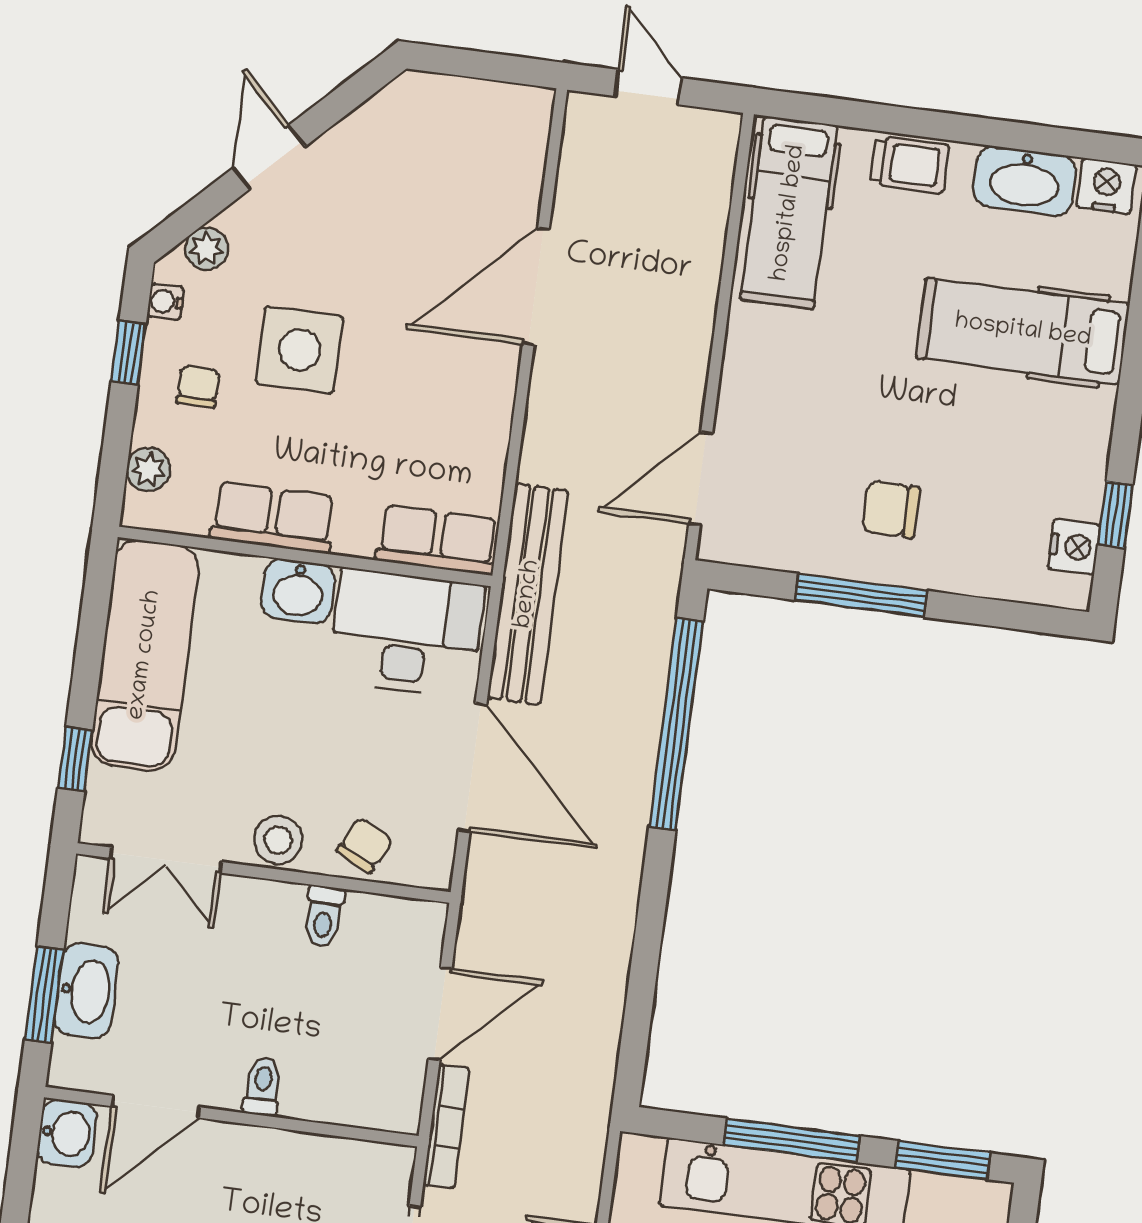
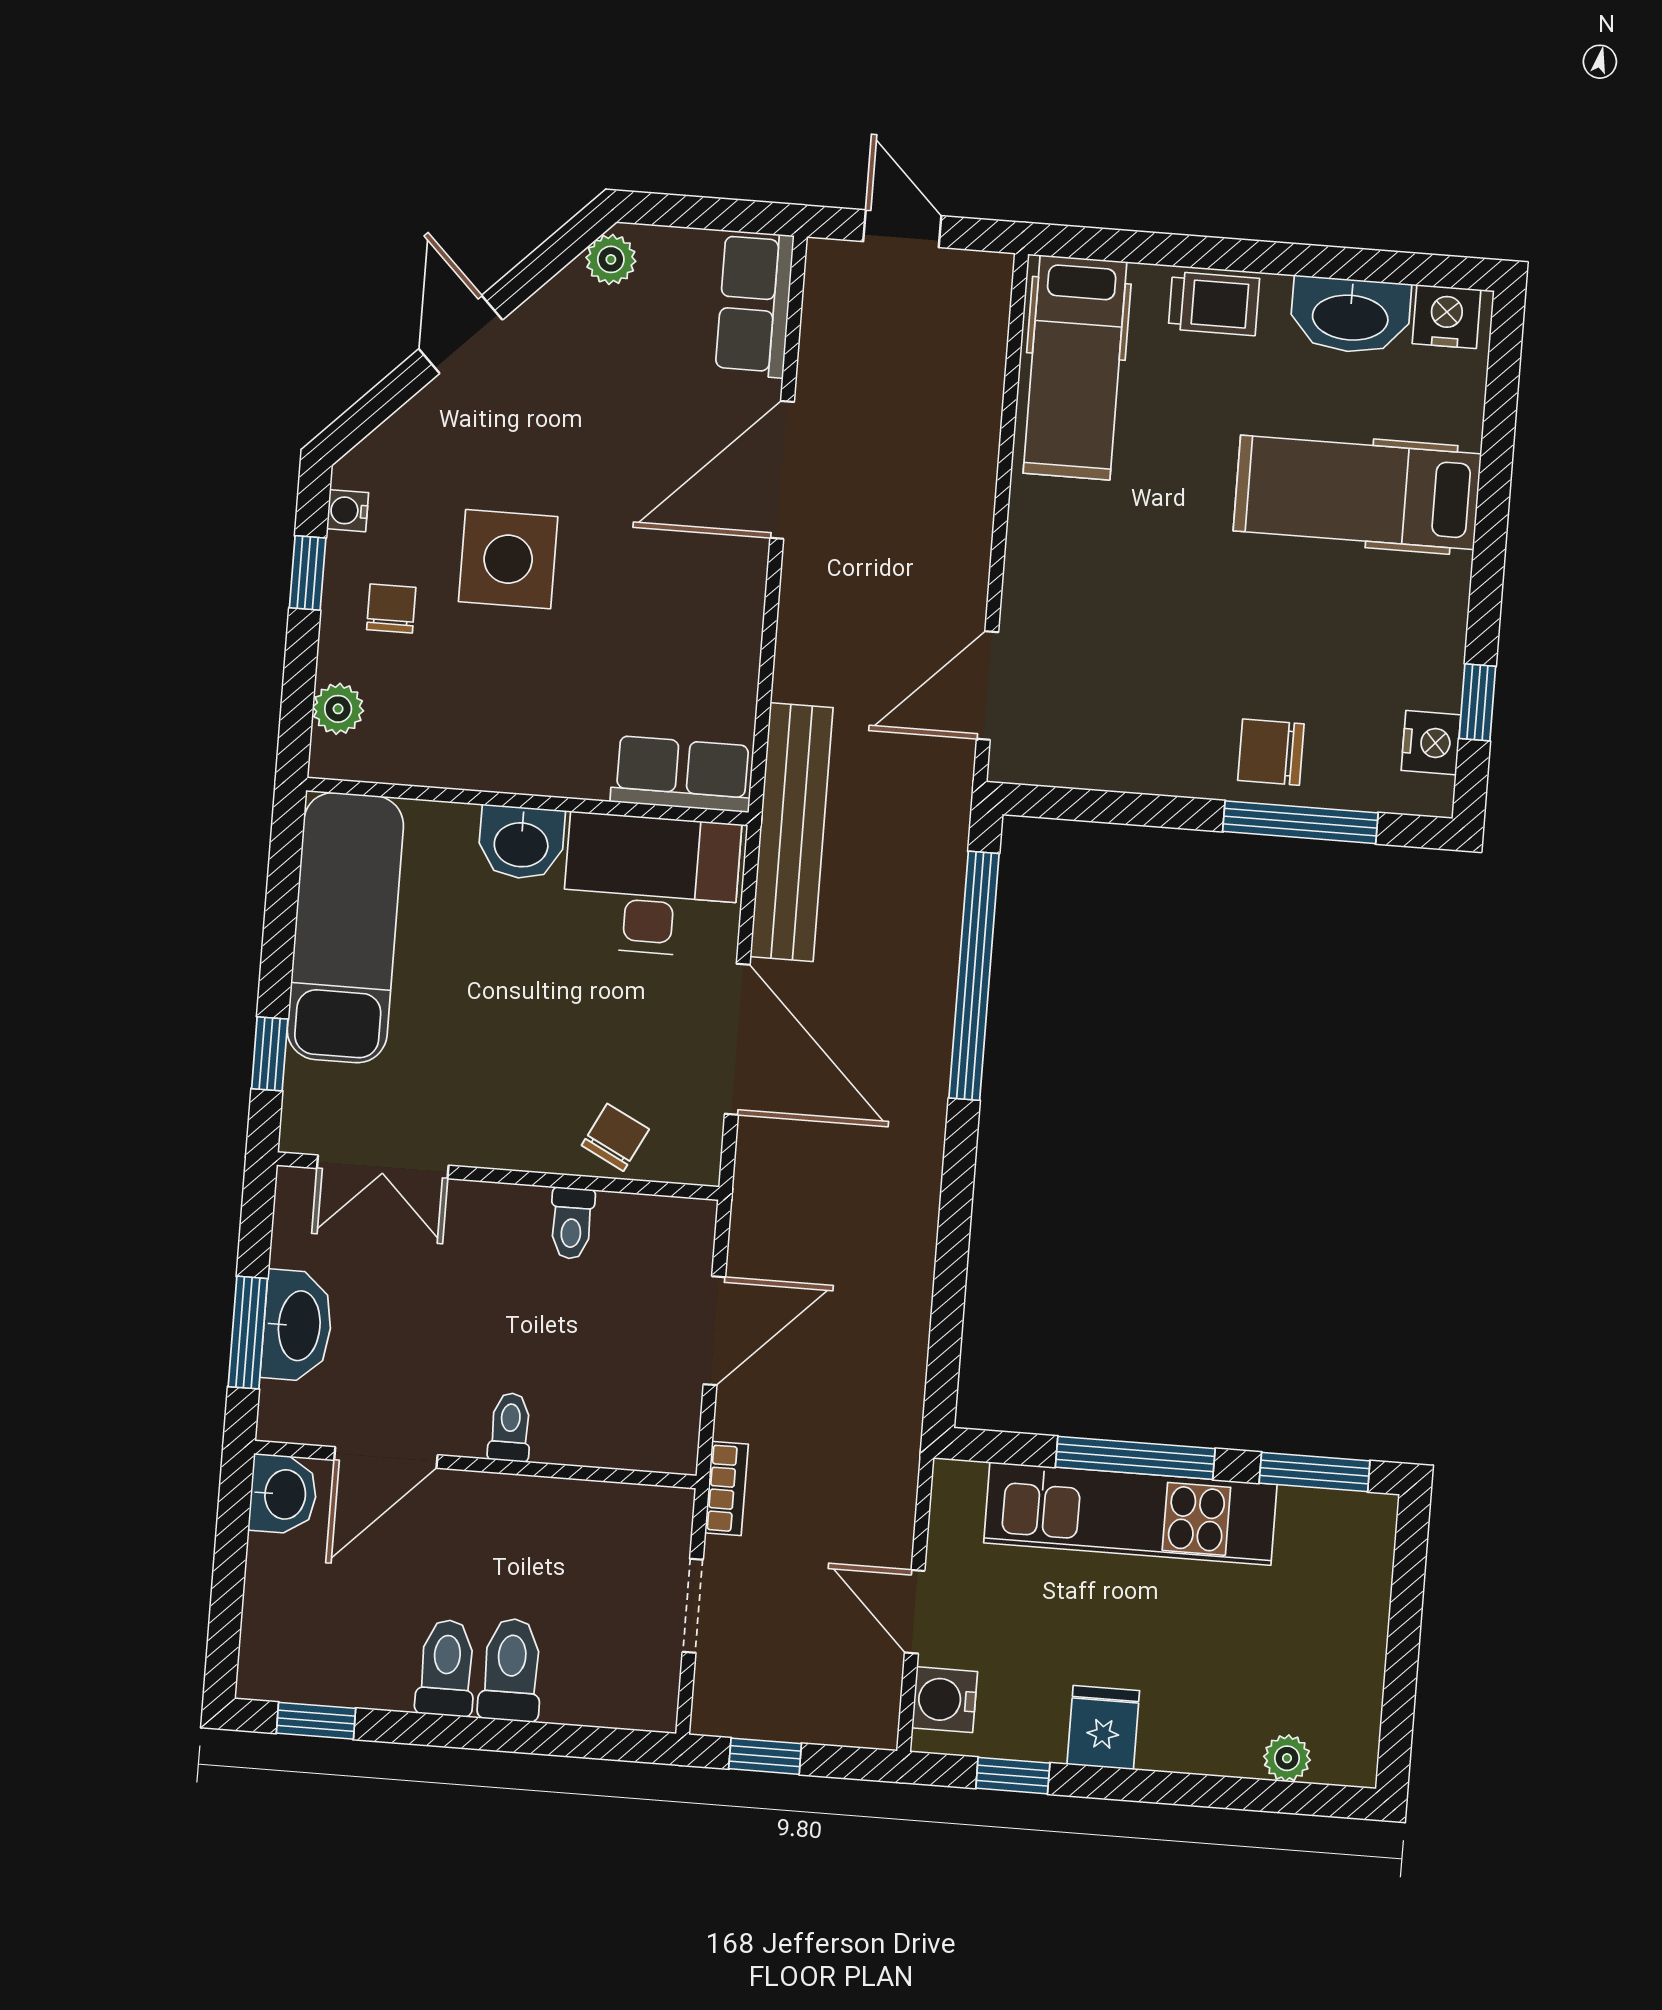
plant: (206, 249) -> (611, 259), moved
chair: (891, 509) -> (1271, 752), moved
row of seats: (273, 518) -> (755, 304), moved, turned -90
window: (861, 595) -> (1300, 822), moved
stool: (278, 840) -> (513, 1137), removed
bookcase: (446, 1126) -> (727, 1489), width x0.64

